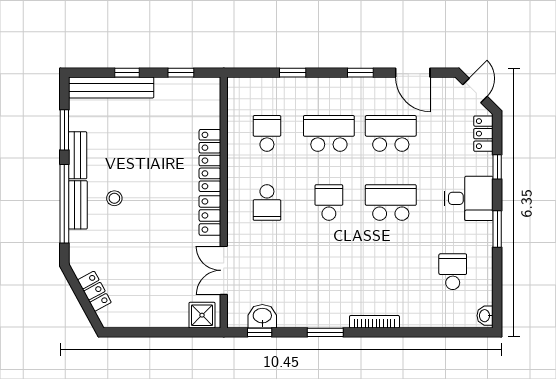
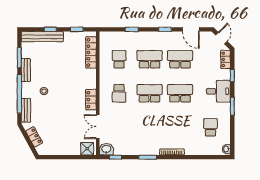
locker: (210, 161) -> (91, 52), moved
school desk: (329, 203) -> (150, 93), width x1.85
bench: (78, 205) -> (26, 110), moved
washbasin: (262, 316) -> (106, 149), moved

